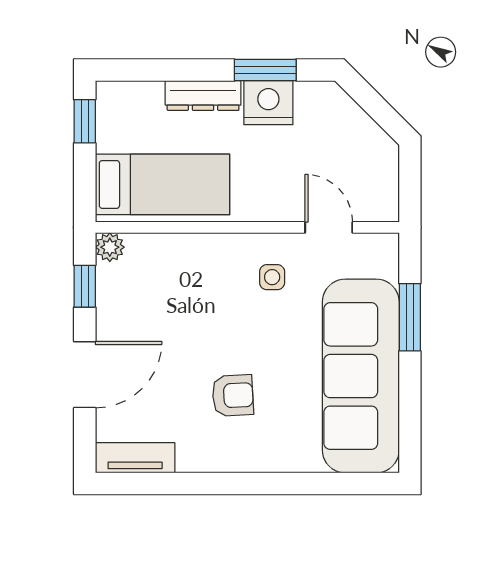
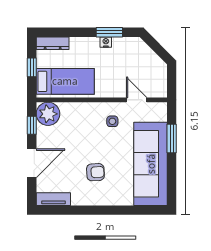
dresser: (203, 96) -> (53, 43), moved
nightstand: (268, 103) -> (106, 42), width x0.53, depth x0.56
window: (85, 121) -> (32, 67), moved
plant: (110, 247) -> (48, 114), width x1.88, depth x1.88

